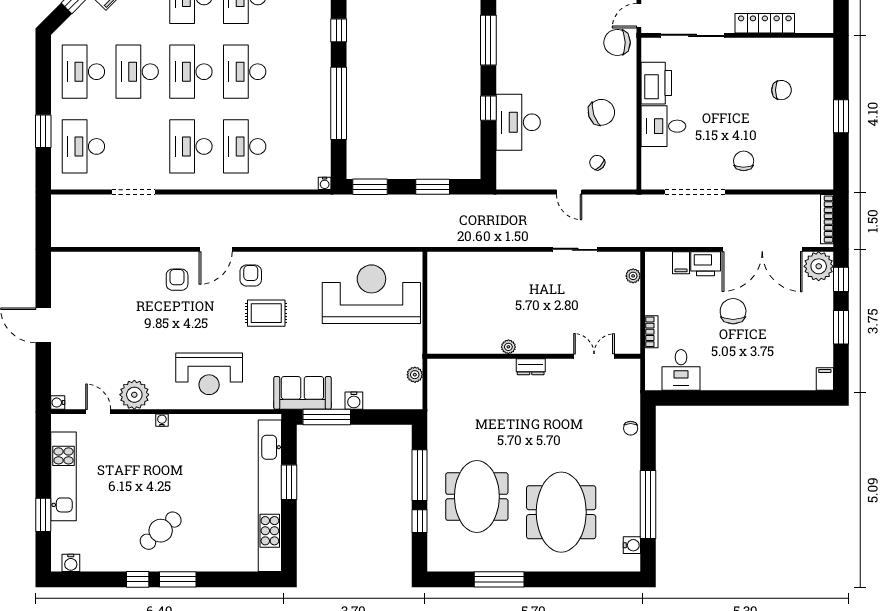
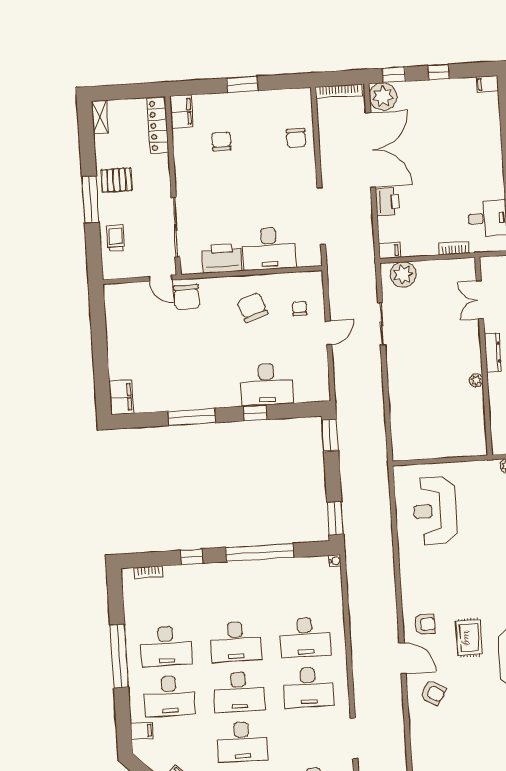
locker: (765, 23) -> (158, 126), moved
filing cabinet: (816, 49) -> (181, 112), added
desk: (663, 126) -> (269, 249), width x1.37
chair: (744, 161) -> (296, 138), moved, turned -90
chair: (597, 163) -> (300, 308), turned 137
window: (433, 187) -> (330, 435), moved
filing cabinet: (681, 263) -> (389, 250), moved
armchair: (251, 275) -> (425, 624), turned 180
plant: (633, 276) -> (403, 274), width x1.88, depth x1.88
armchair: (177, 280) -> (433, 692), turned -149
reception desk: (371, 294) -> (435, 511), width x0.74, depth x0.77
chair: (733, 311) -> (430, 173), removed
rug: (266, 313) -> (469, 638), moved
window: (841, 327) -> (439, 72), width x0.67
dresser: (531, 367) -> (493, 352), width x1.44

